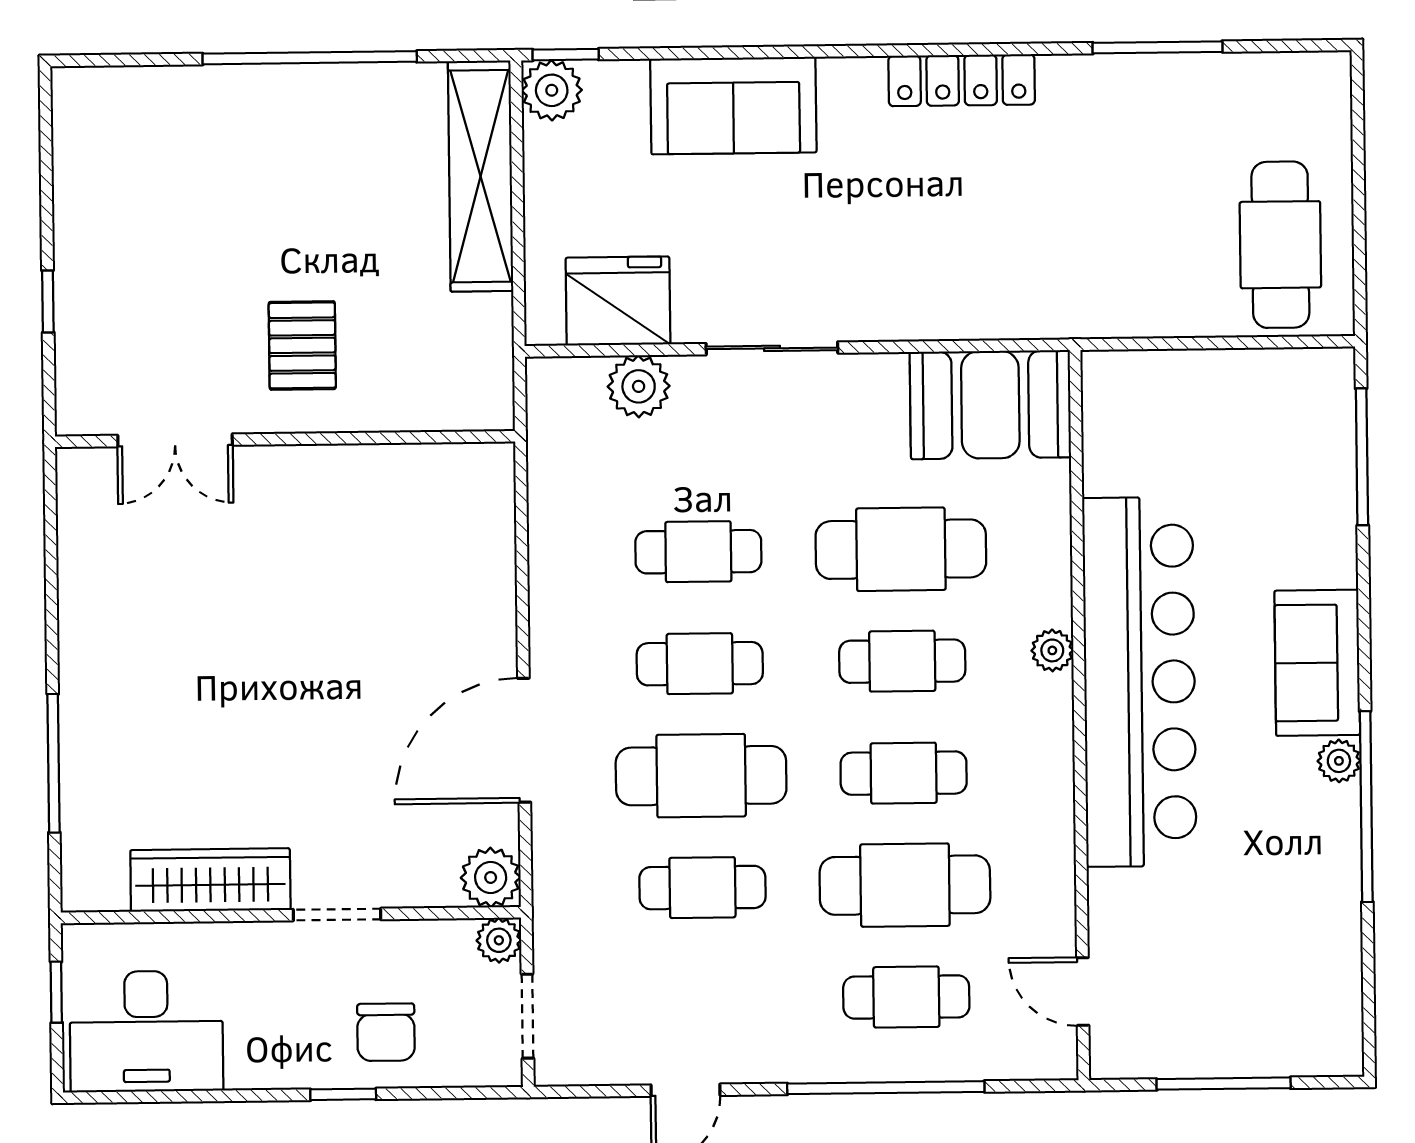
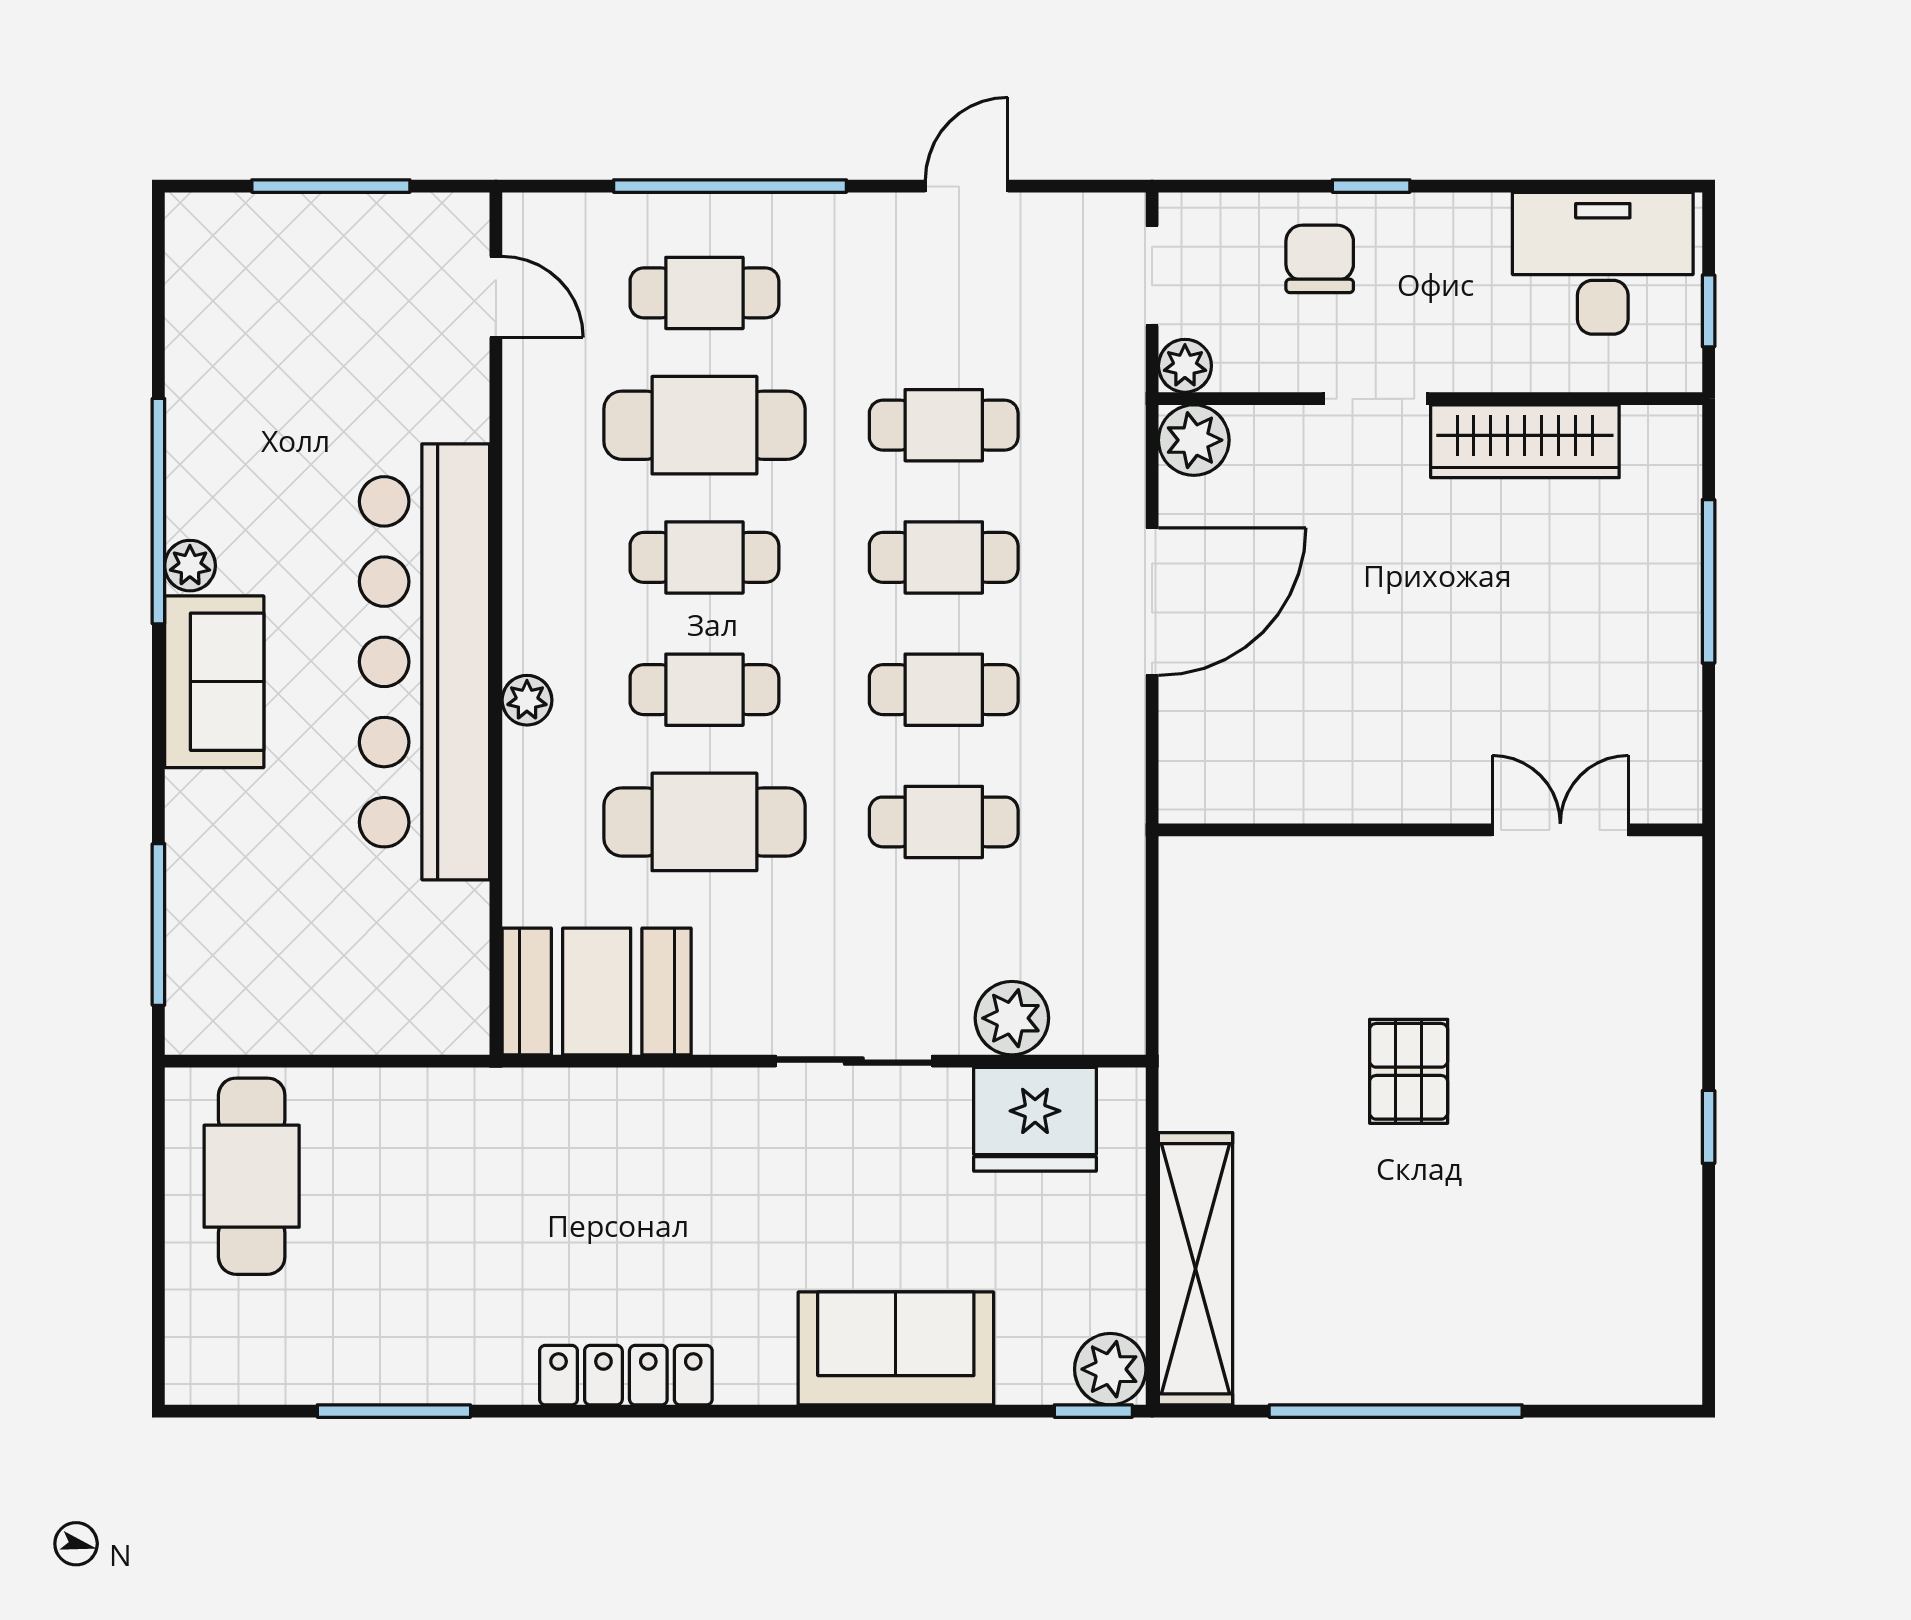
wall: (285, 439) -> (1430, 830), moved
double door: (175, 440) -> (1560, 830), moved
cafe table: (701, 776) -> (944, 557), width x0.73, depth x0.74

